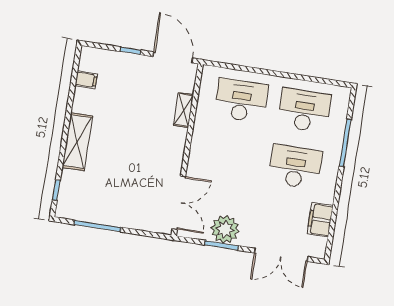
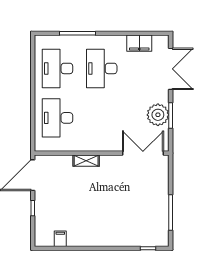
shelving: (184, 110) -> (86, 161), moved
shelving: (77, 142) -> (109, 238), removed

